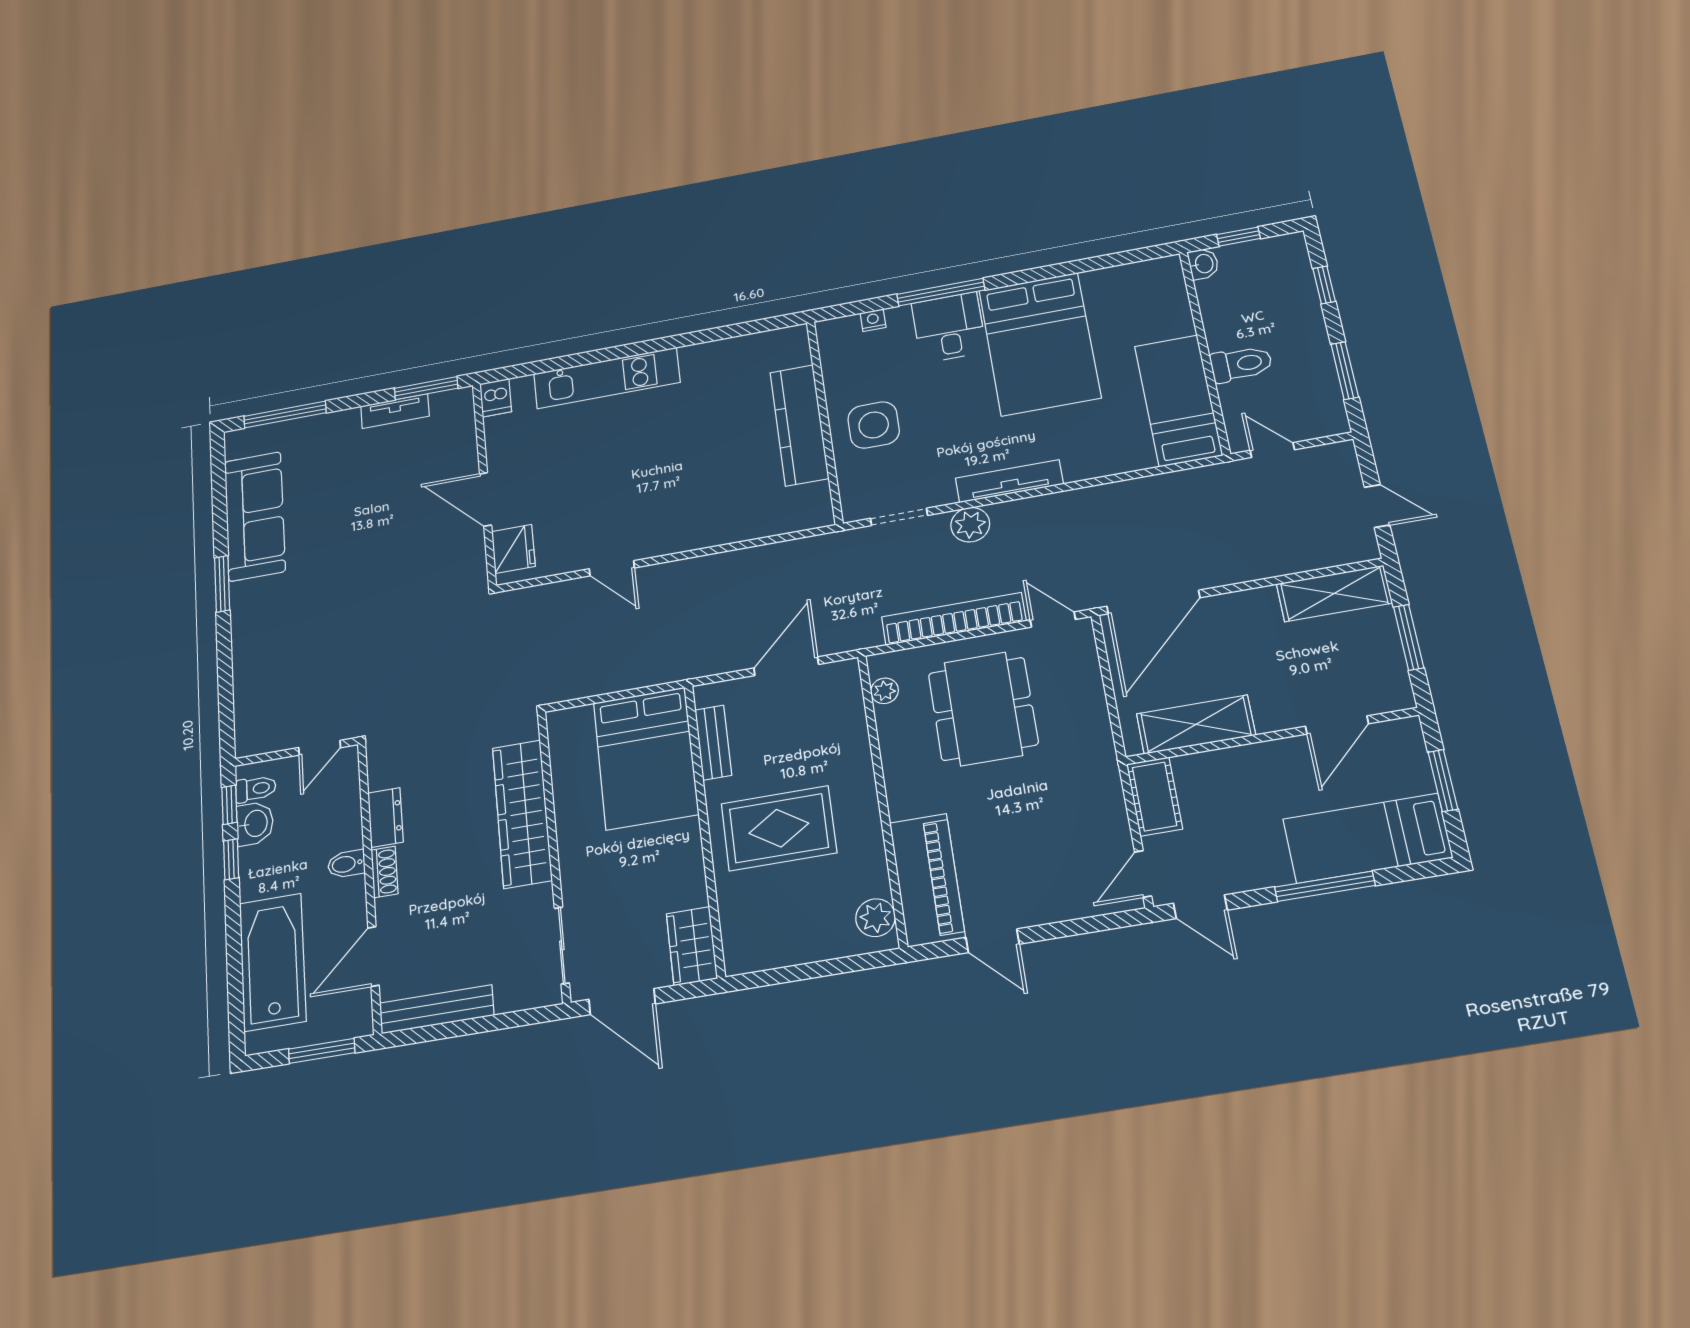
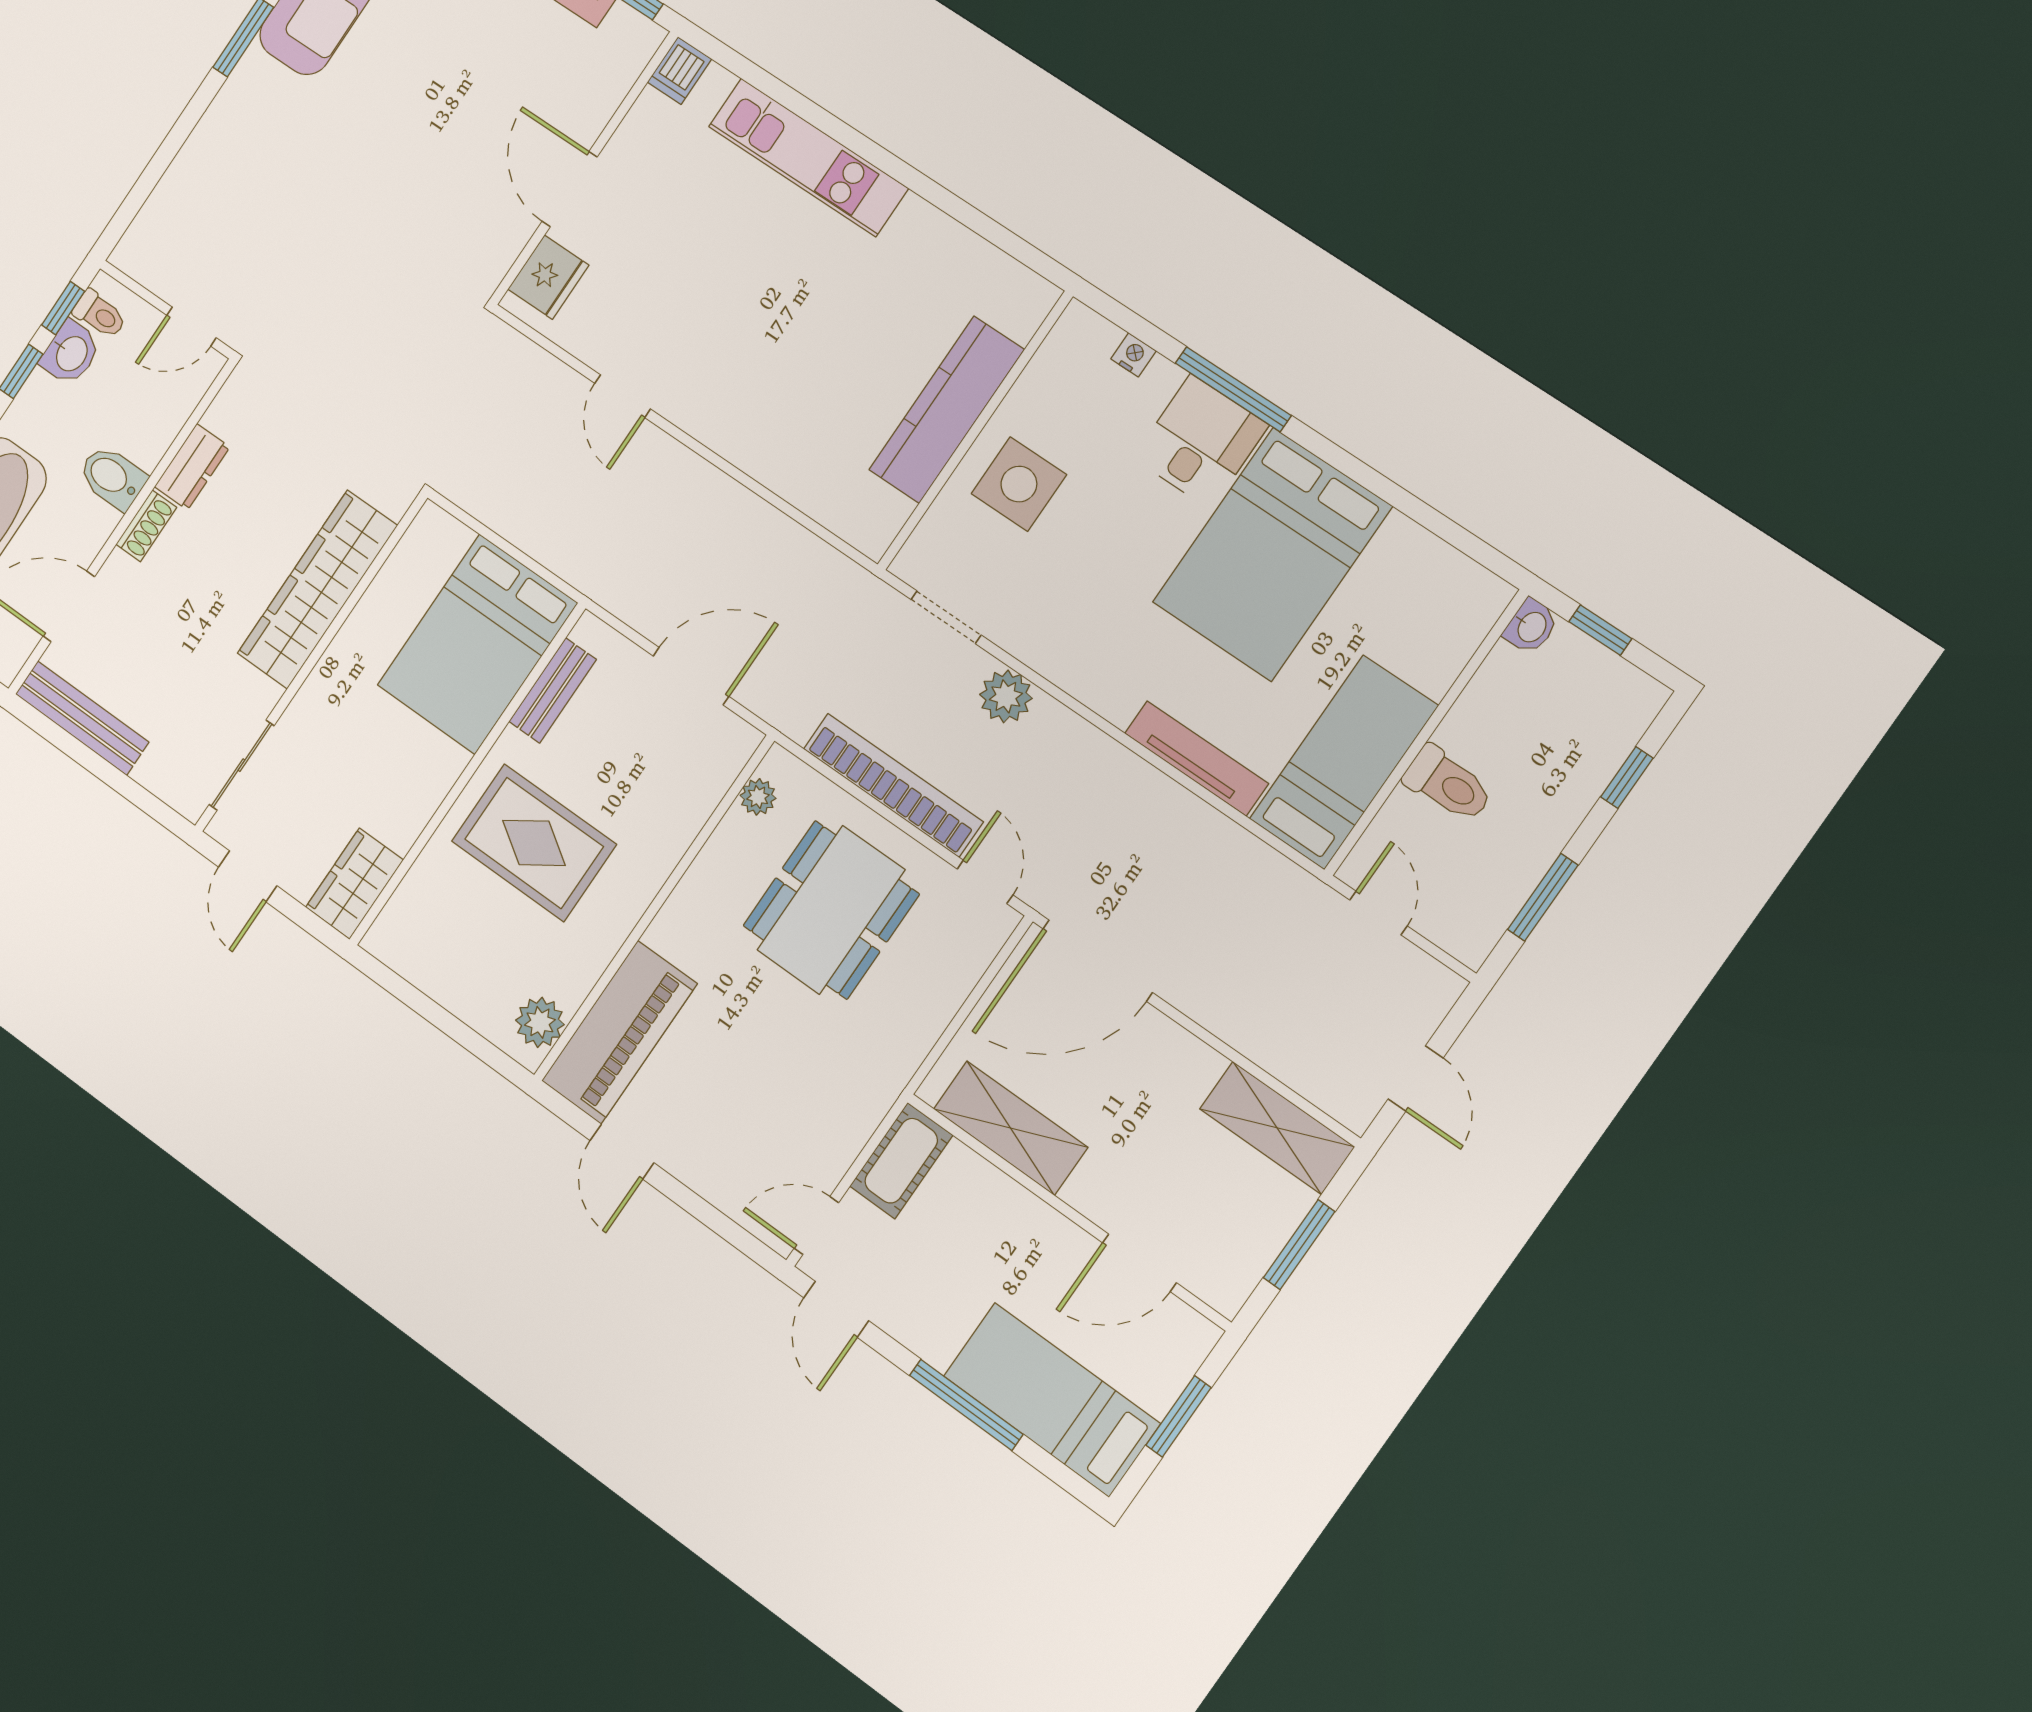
tv unit: (1009, 481) -> (1196, 758), moved
bidet: (346, 864) -> (112, 477), width x1.38, depth x1.36
door: (622, 1002) -> (248, 876), width x0.73

